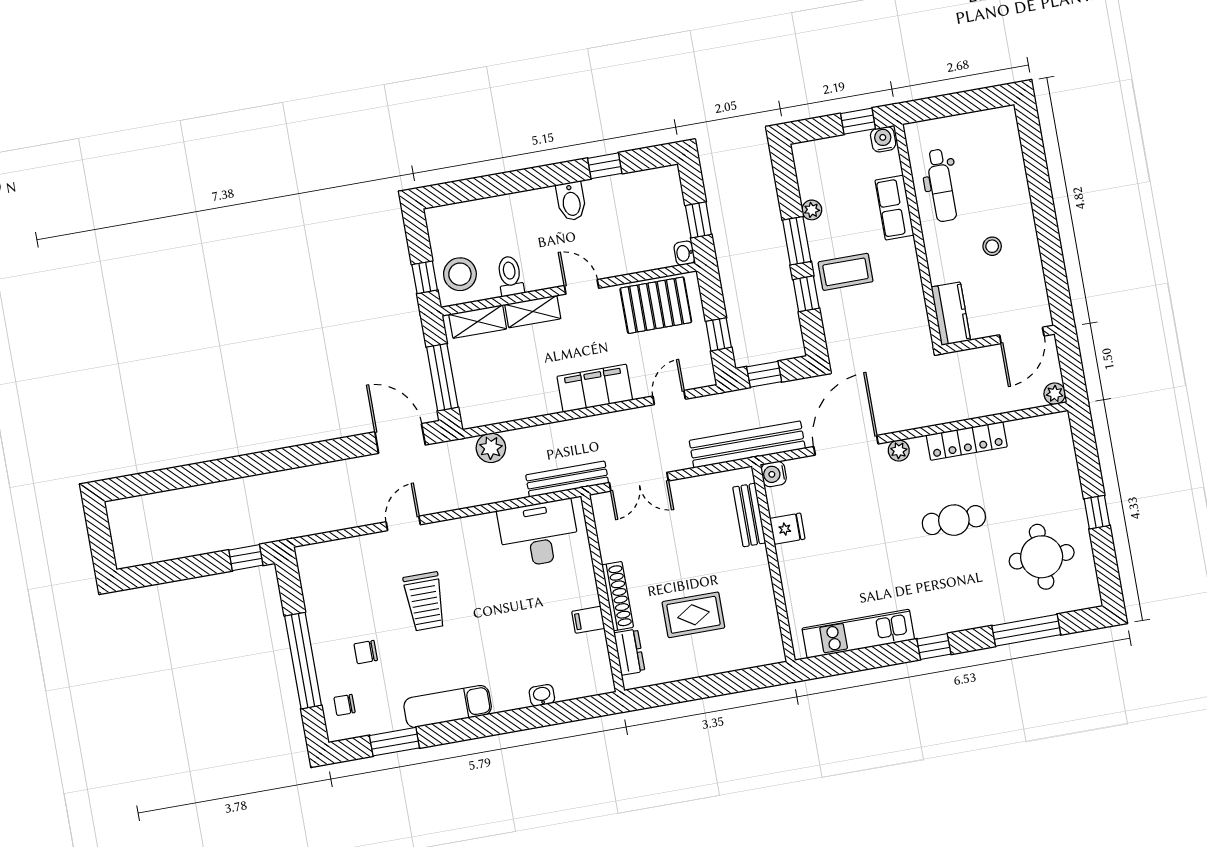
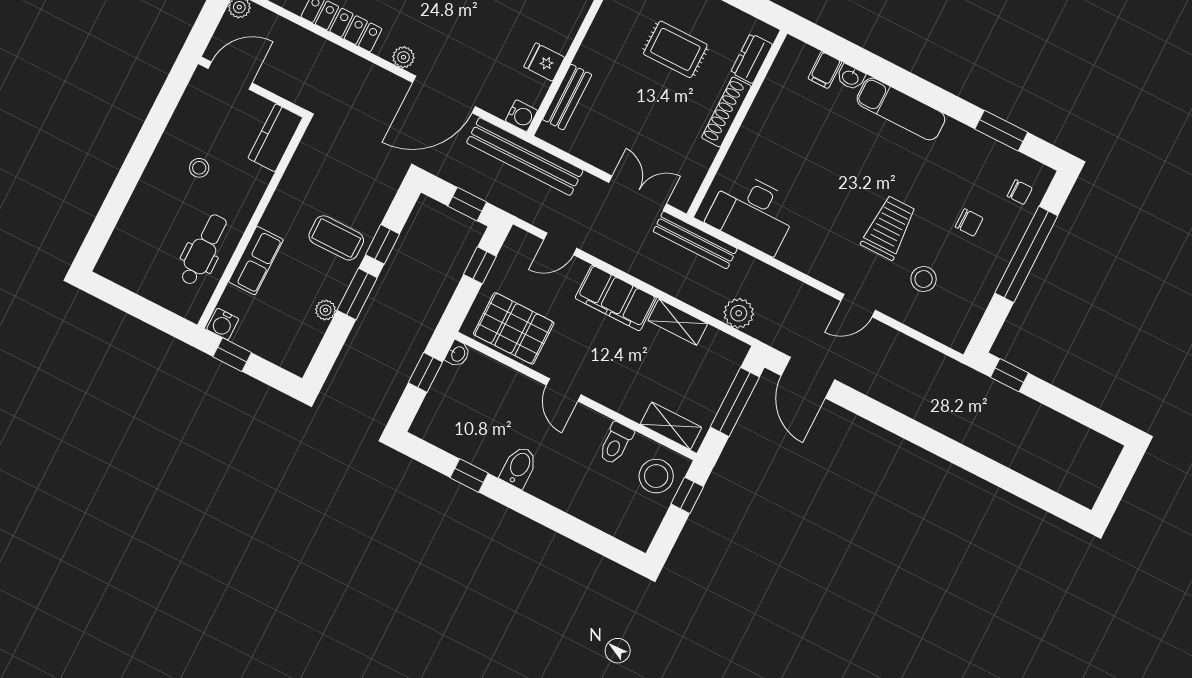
shelving: (533, 312) -> (678, 322), moved
stool: (368, 582) -> (924, 279), added
filing cabinet: (588, 620) -> (825, 70), moved, turned 90
exam couch: (448, 706) -> (901, 109), moved

